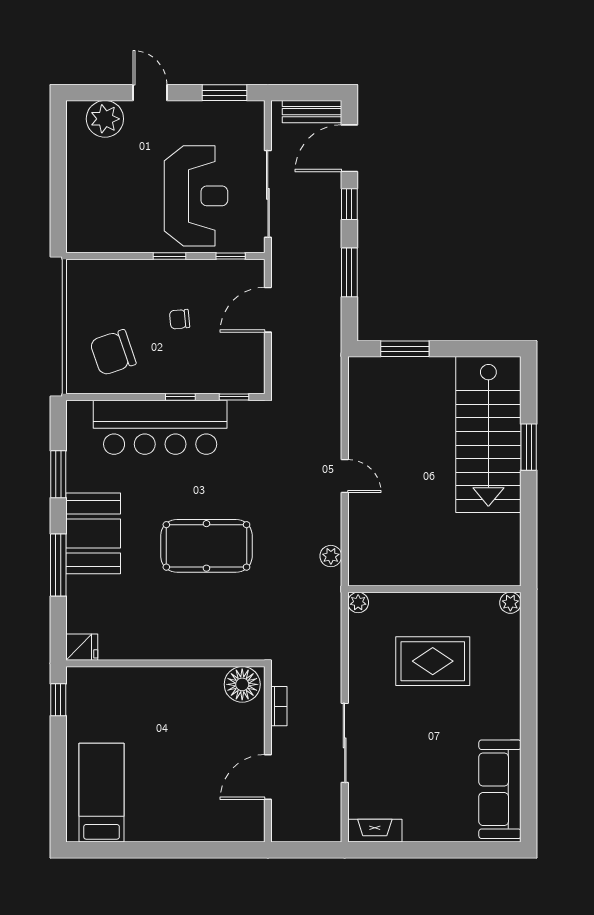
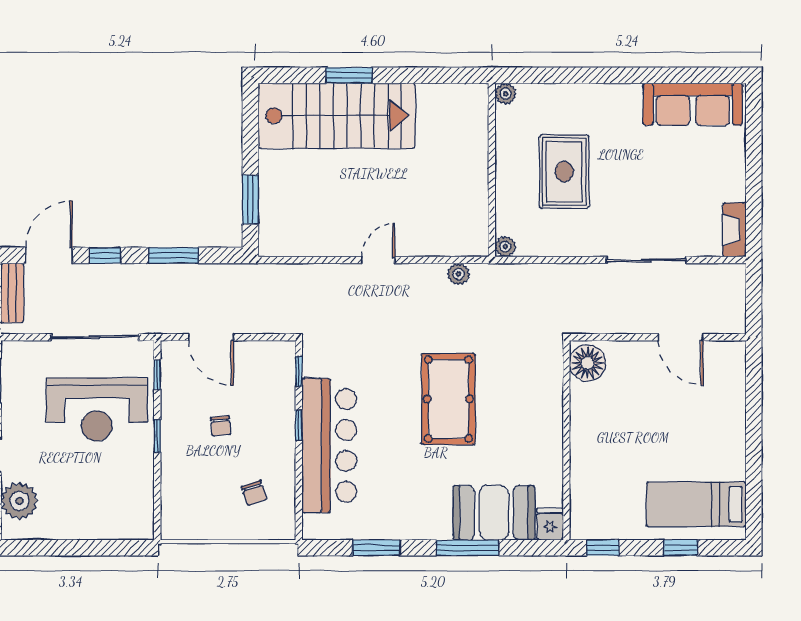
door: (349, 148) -> (49, 255), swing flipped
reception desk: (196, 196) -> (97, 409), turned 180
chair: (113, 353) -> (254, 493), width x0.54, depth x0.54
booth: (93, 533) -> (494, 513), moved
bookcase: (279, 706) -> (609, 326), removed
window: (58, 777) -> (681, 548), added

